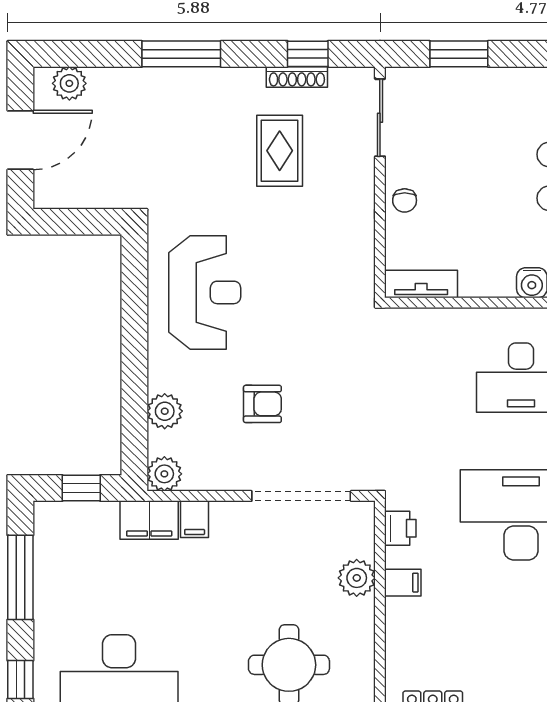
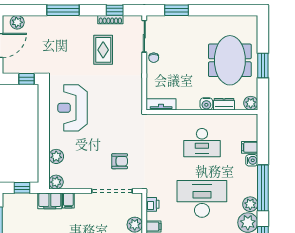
chair: (405, 200) -> (154, 58), moved
window: (92, 222) -> (27, 79), added
reception desk: (205, 292) -> (73, 108), turned 180
armchair: (262, 404) -> (120, 161), moved

